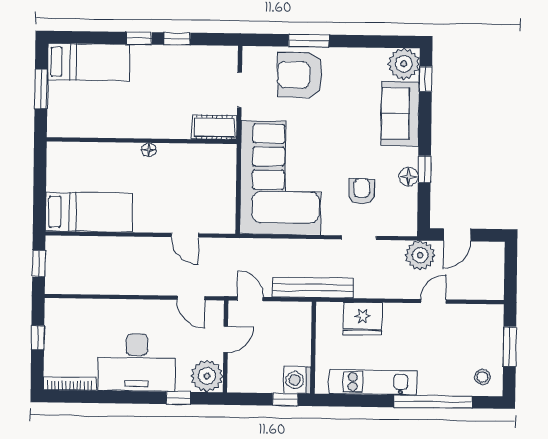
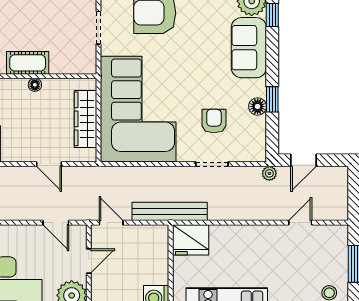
cot: (214, 127) -> (28, 63), moved
floor lamp: (149, 150) -> (35, 85), moved
wardrobe: (224, 187) -> (85, 119), added
plant: (420, 255) -> (269, 173), width x0.53, depth x0.53
door: (434, 301) -> (300, 223), moved
fridge: (363, 319) -> (191, 240), moved

